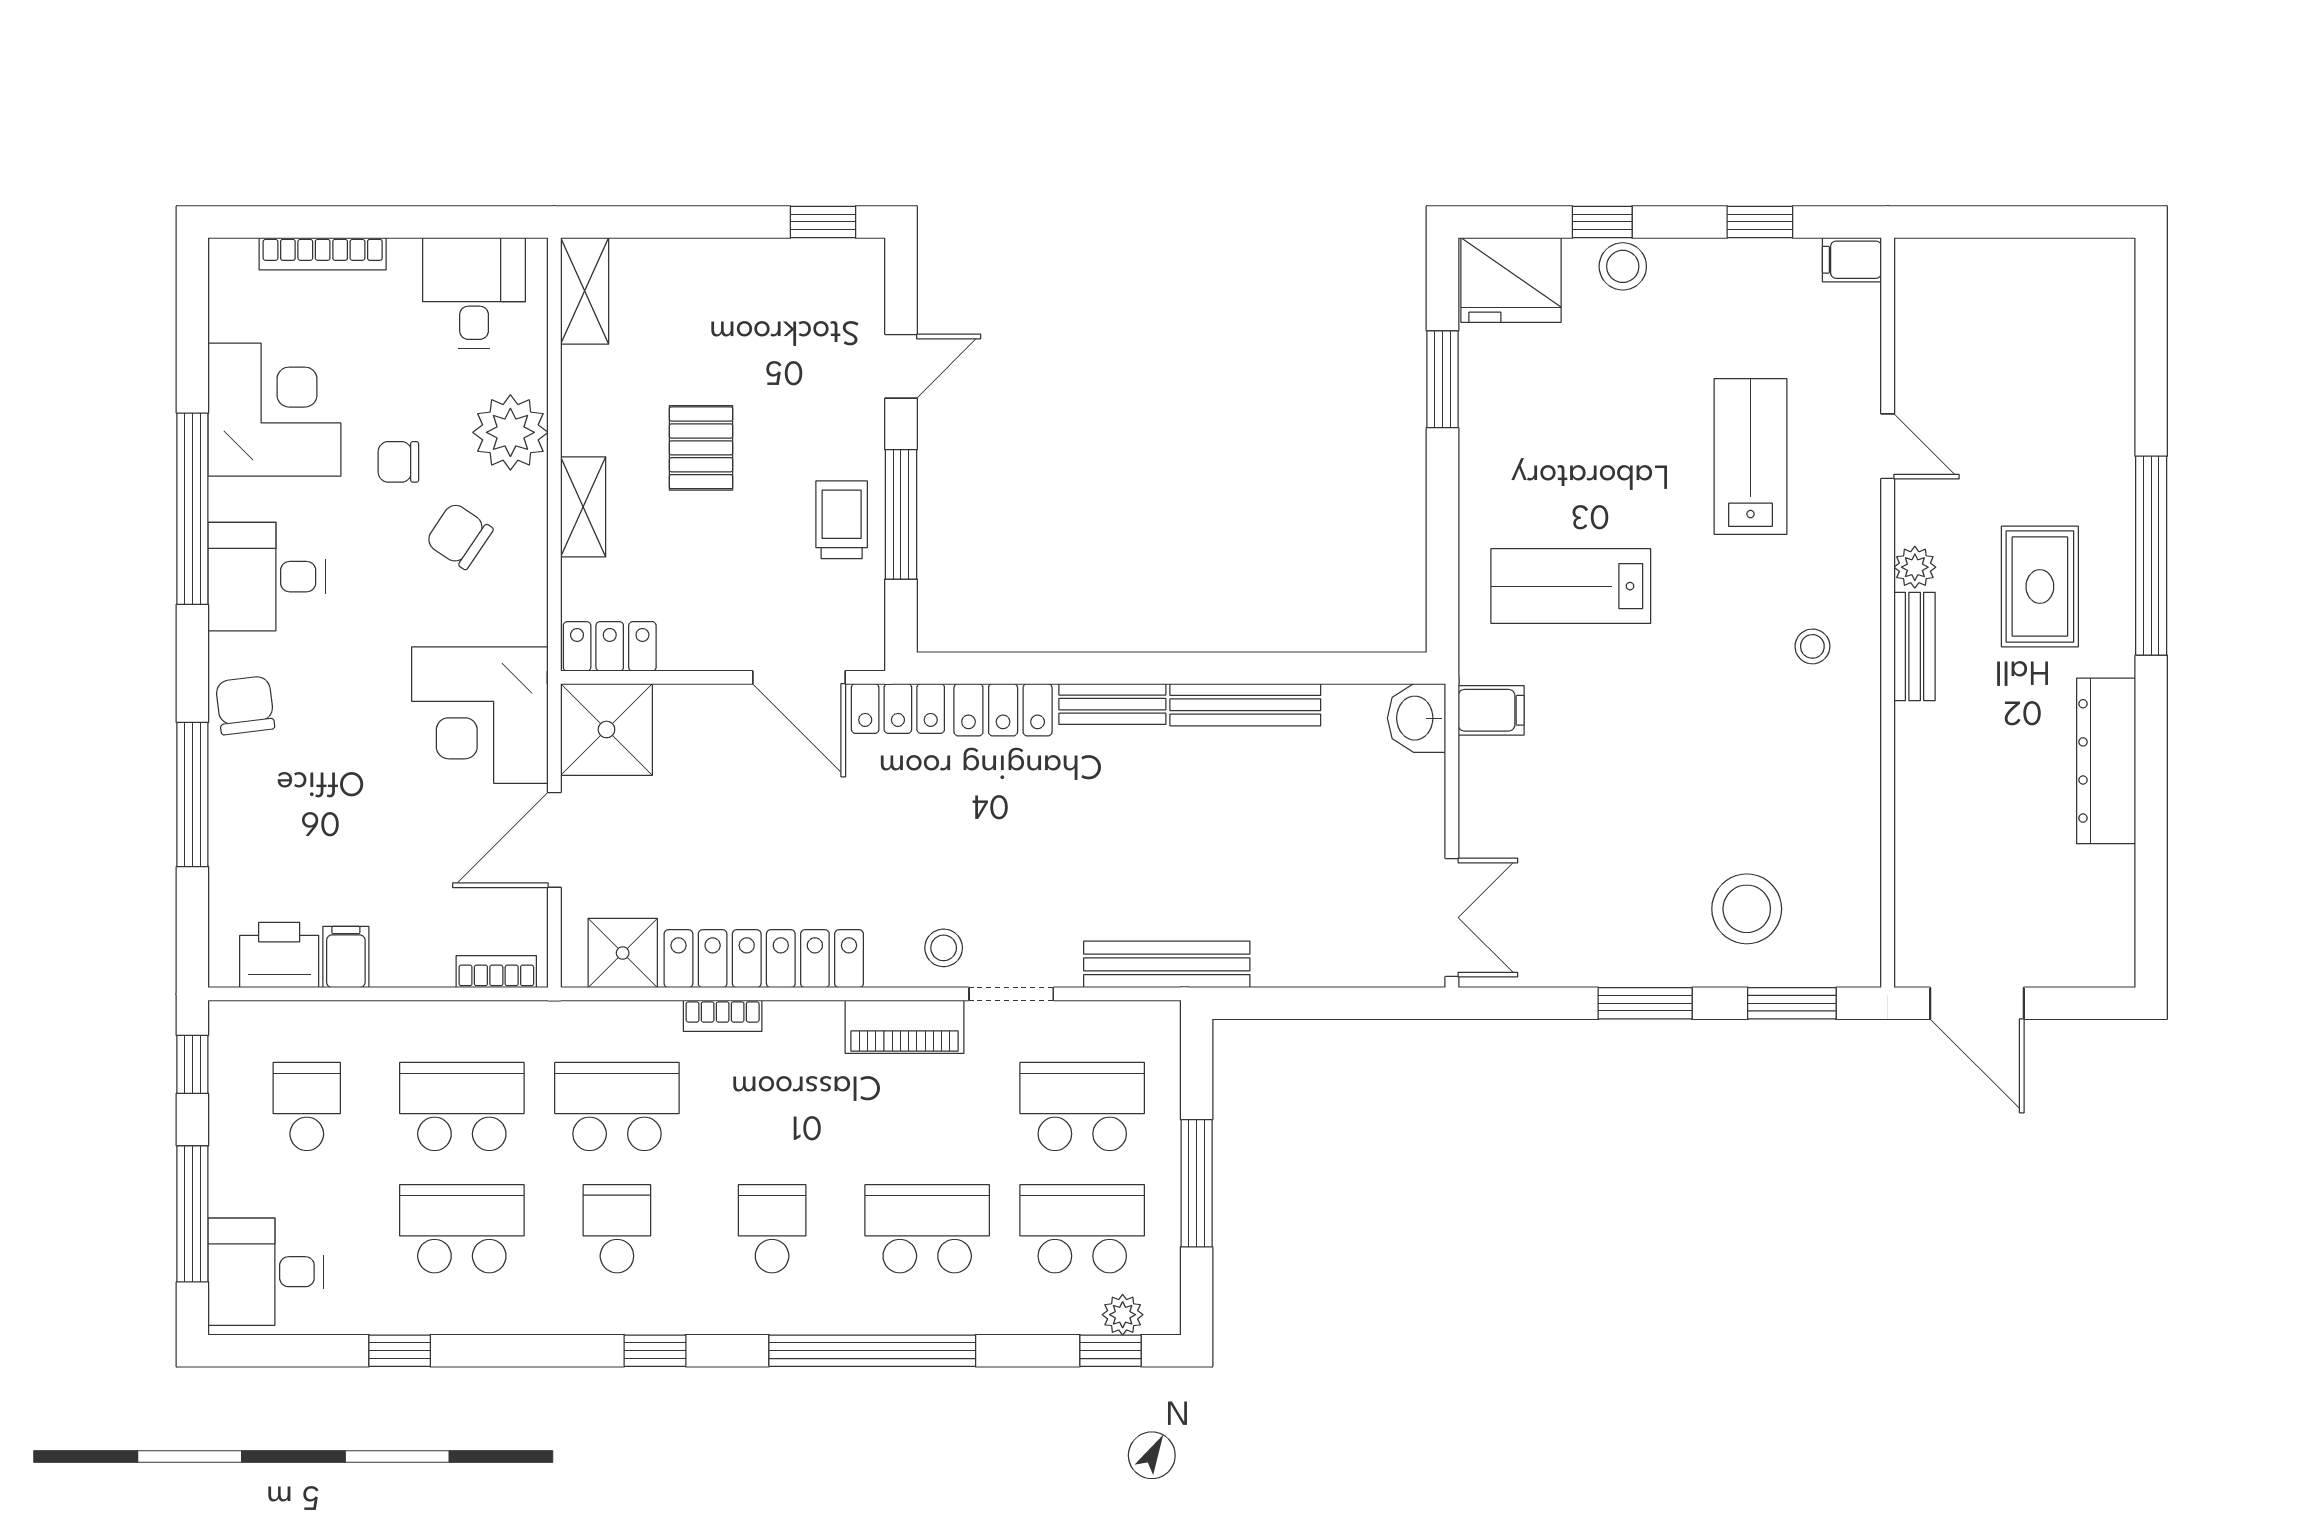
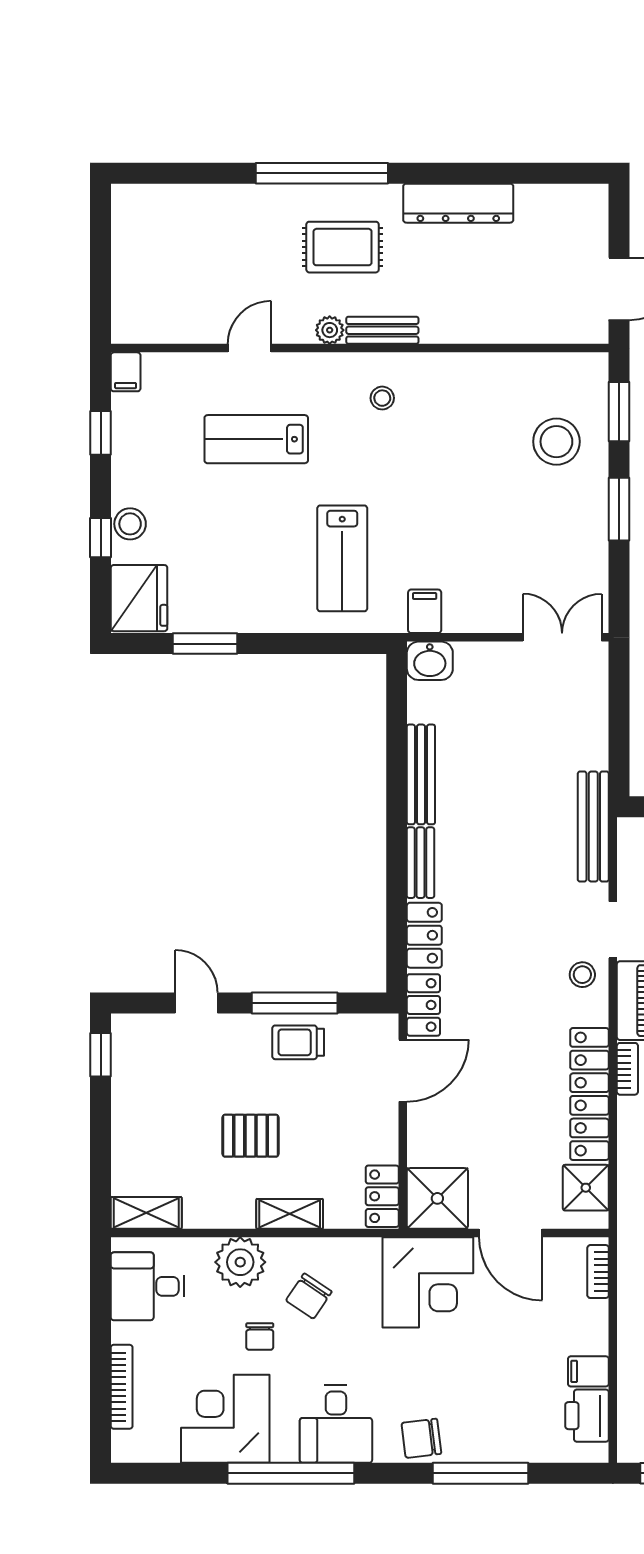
bookcase: (723, 1016) -> (627, 1069), moved

